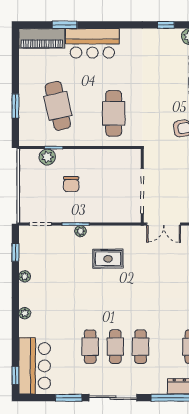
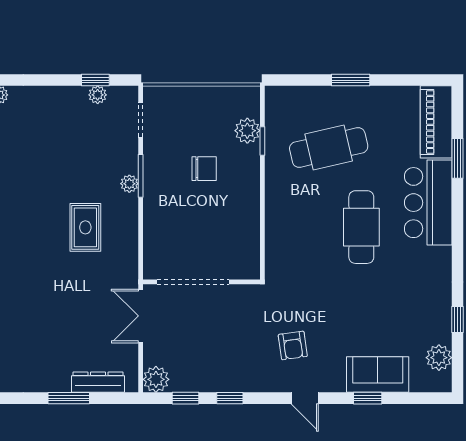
window: (15, 106) -> (351, 80), moved
cafe table: (114, 113) -> (361, 227), moved, turned 90
chair: (71, 184) -> (204, 169), turned 180
plant: (25, 276) -> (98, 95), moved

